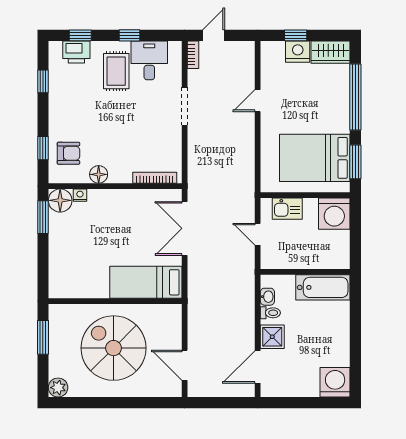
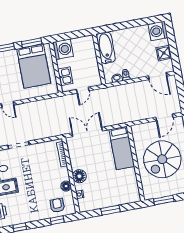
floor lamp: (60, 200) -> (79, 176), moved
window: (43, 217) -> (111, 210), moved
double door: (185, 228) -> (87, 132), swing flipped
shower: (272, 337) -> (164, 53), moved

